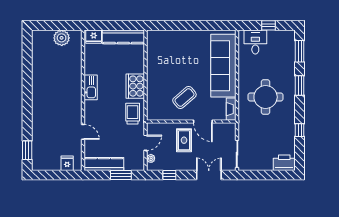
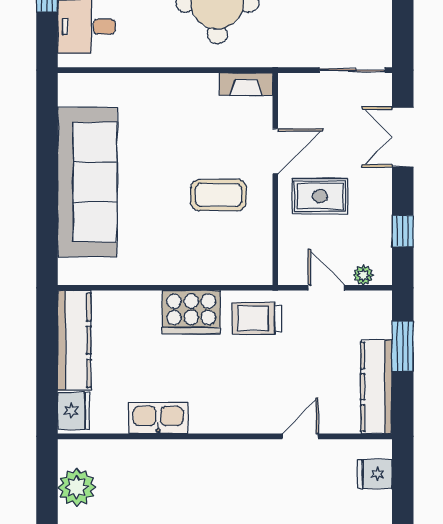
sofa: (223, 66) -> (87, 182), moved, turned -90
kitchen sink: (91, 87) -> (158, 418), moved
coffee table: (184, 98) -> (218, 195), turned -49

